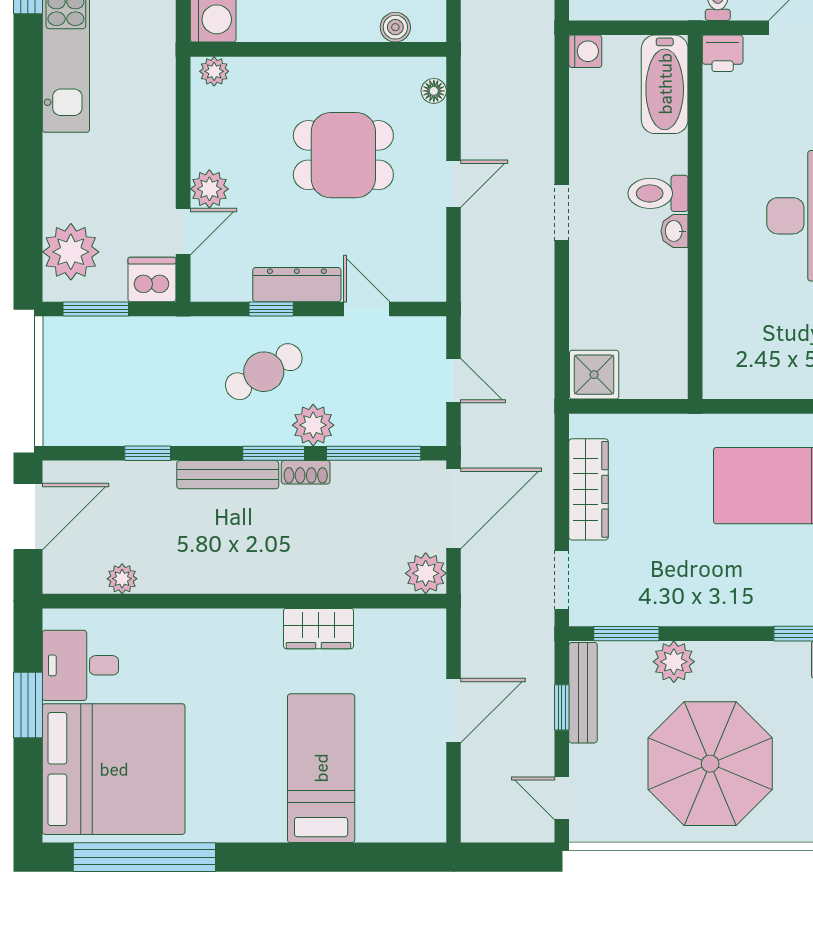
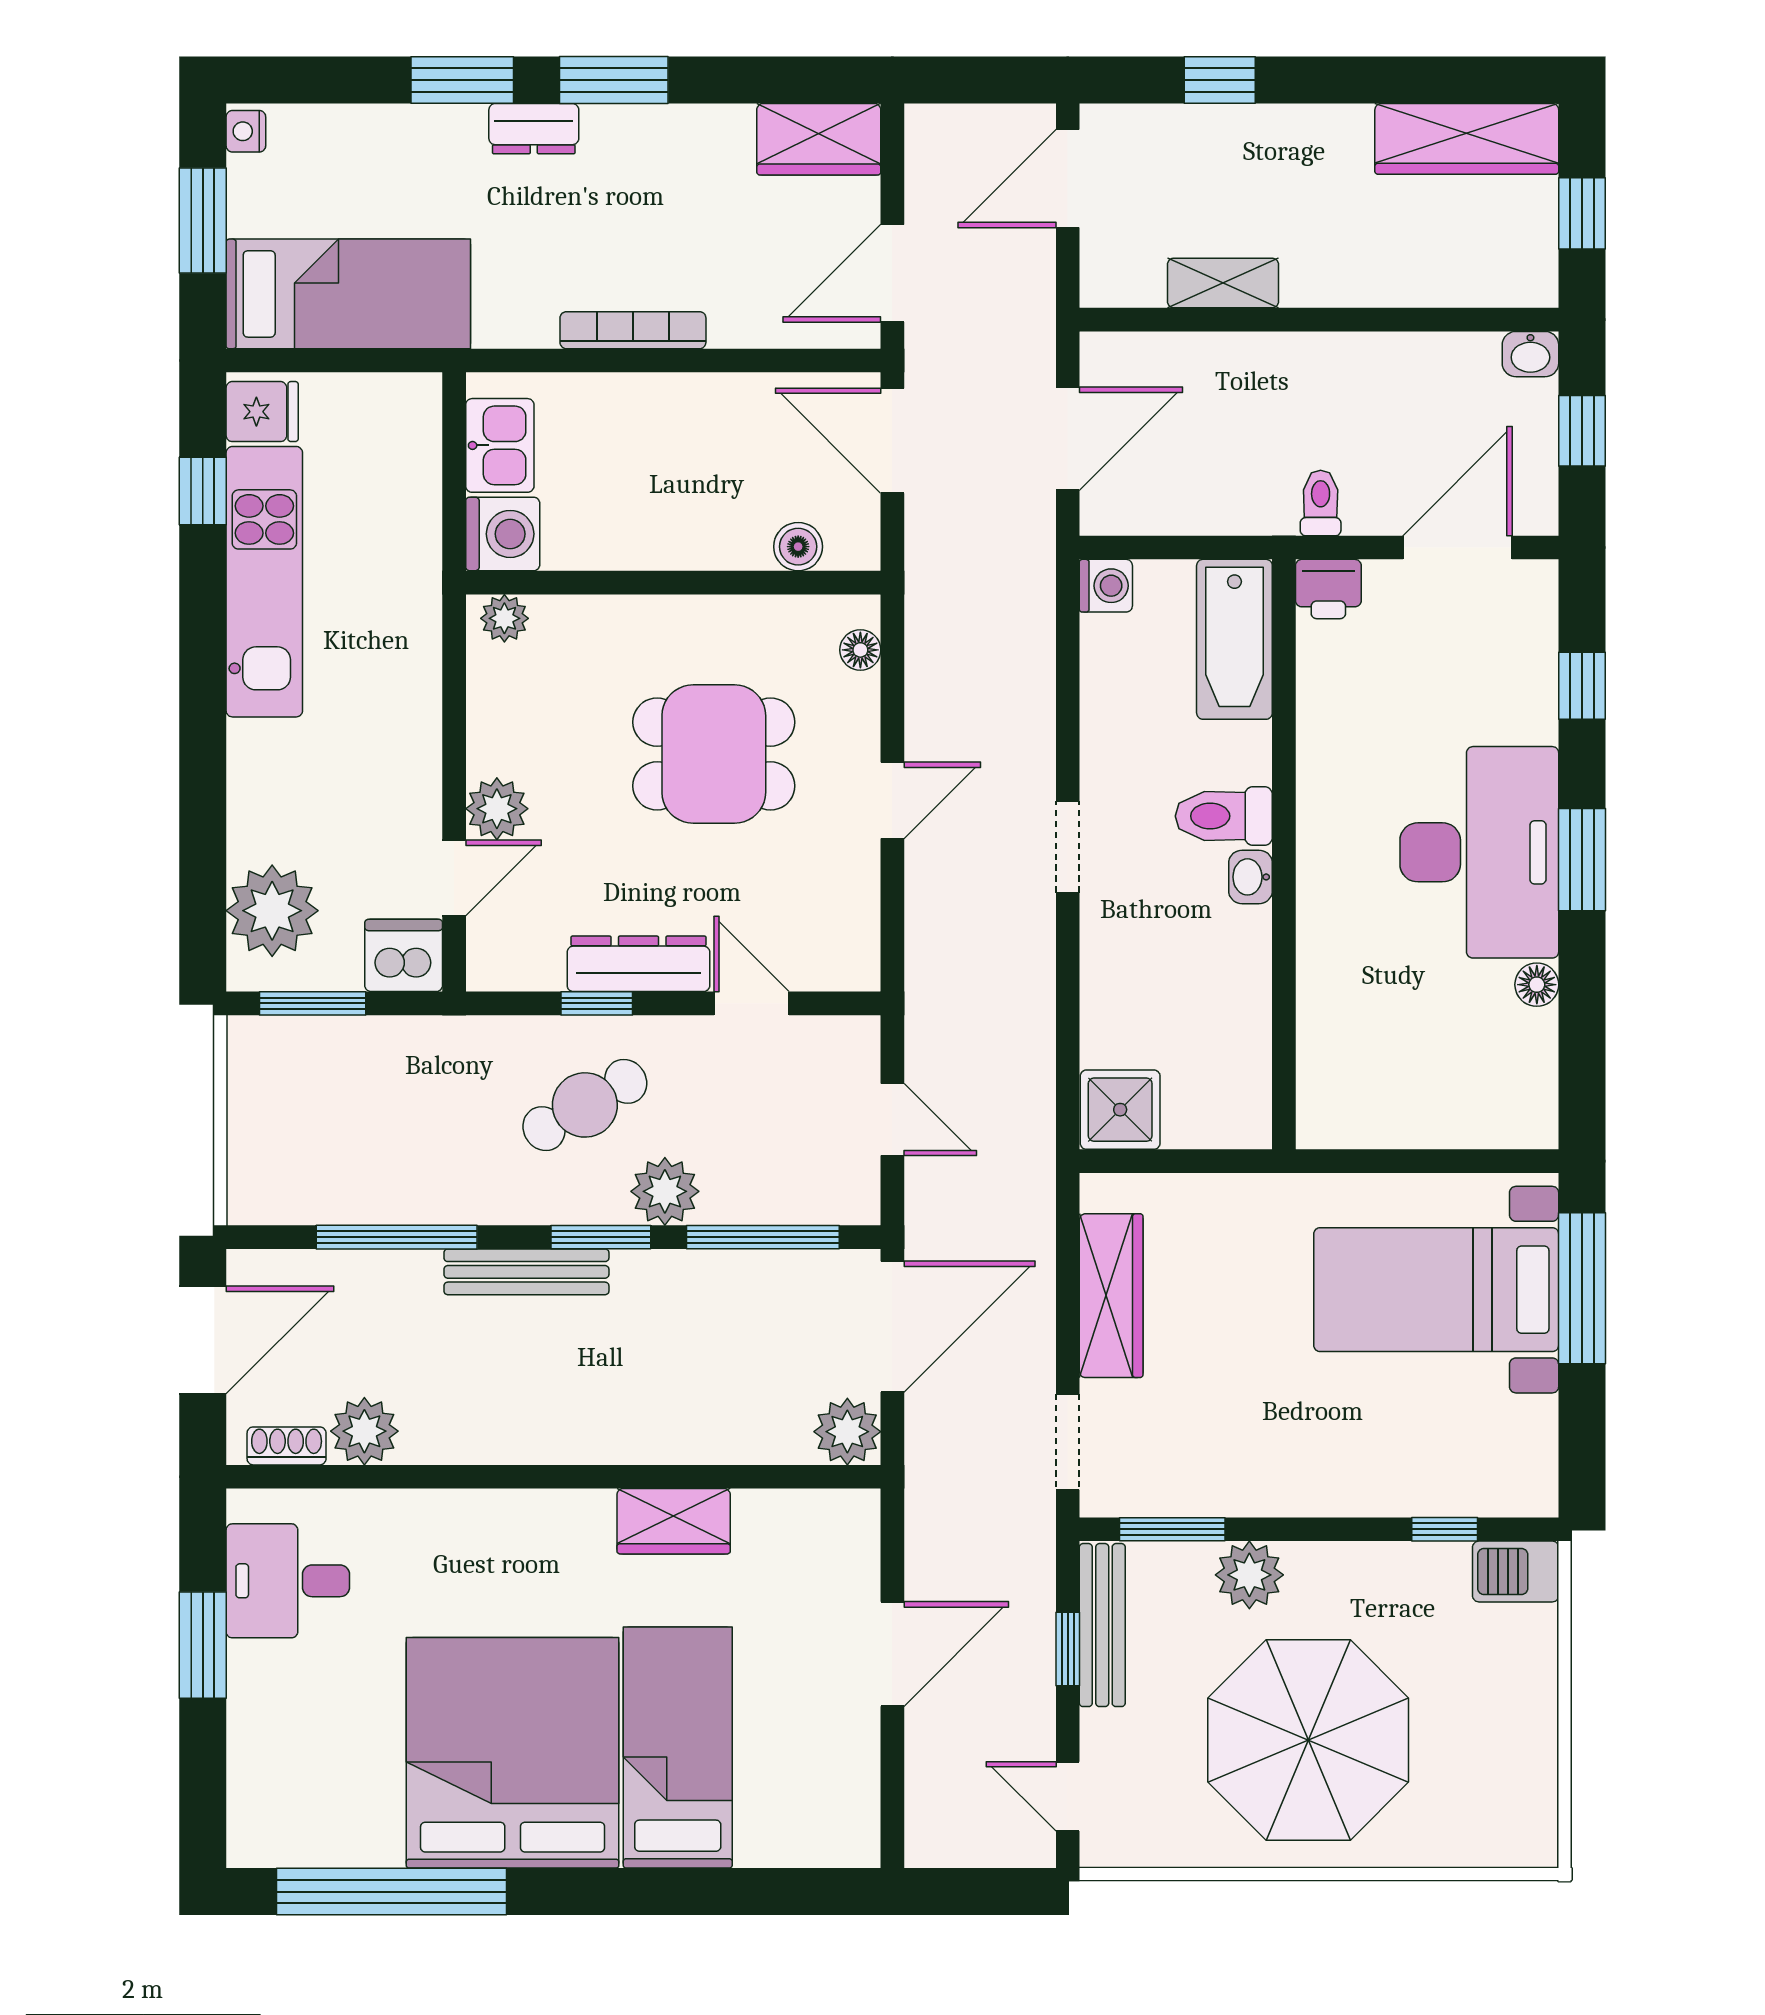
window: (148, 453) -> (397, 1237), width x2.17
shoe rack: (306, 472) -> (287, 1446), moved, turned 180
plant: (122, 579) -> (364, 1431), width x1.38, depth x1.38
bed: (114, 769) -> (513, 1753), moved, turned -90

